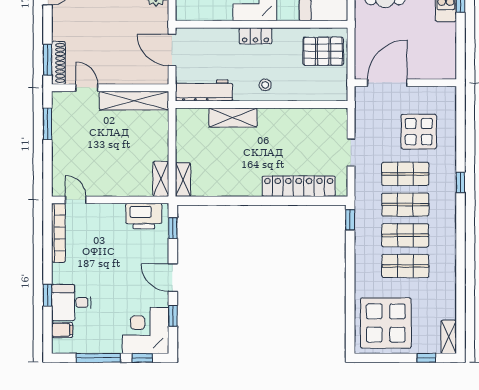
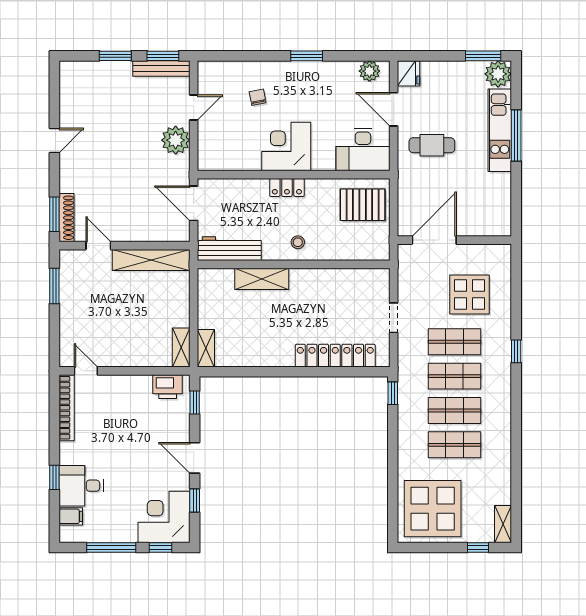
printer: (144, 216) -> (168, 387), width x0.73, depth x0.84

